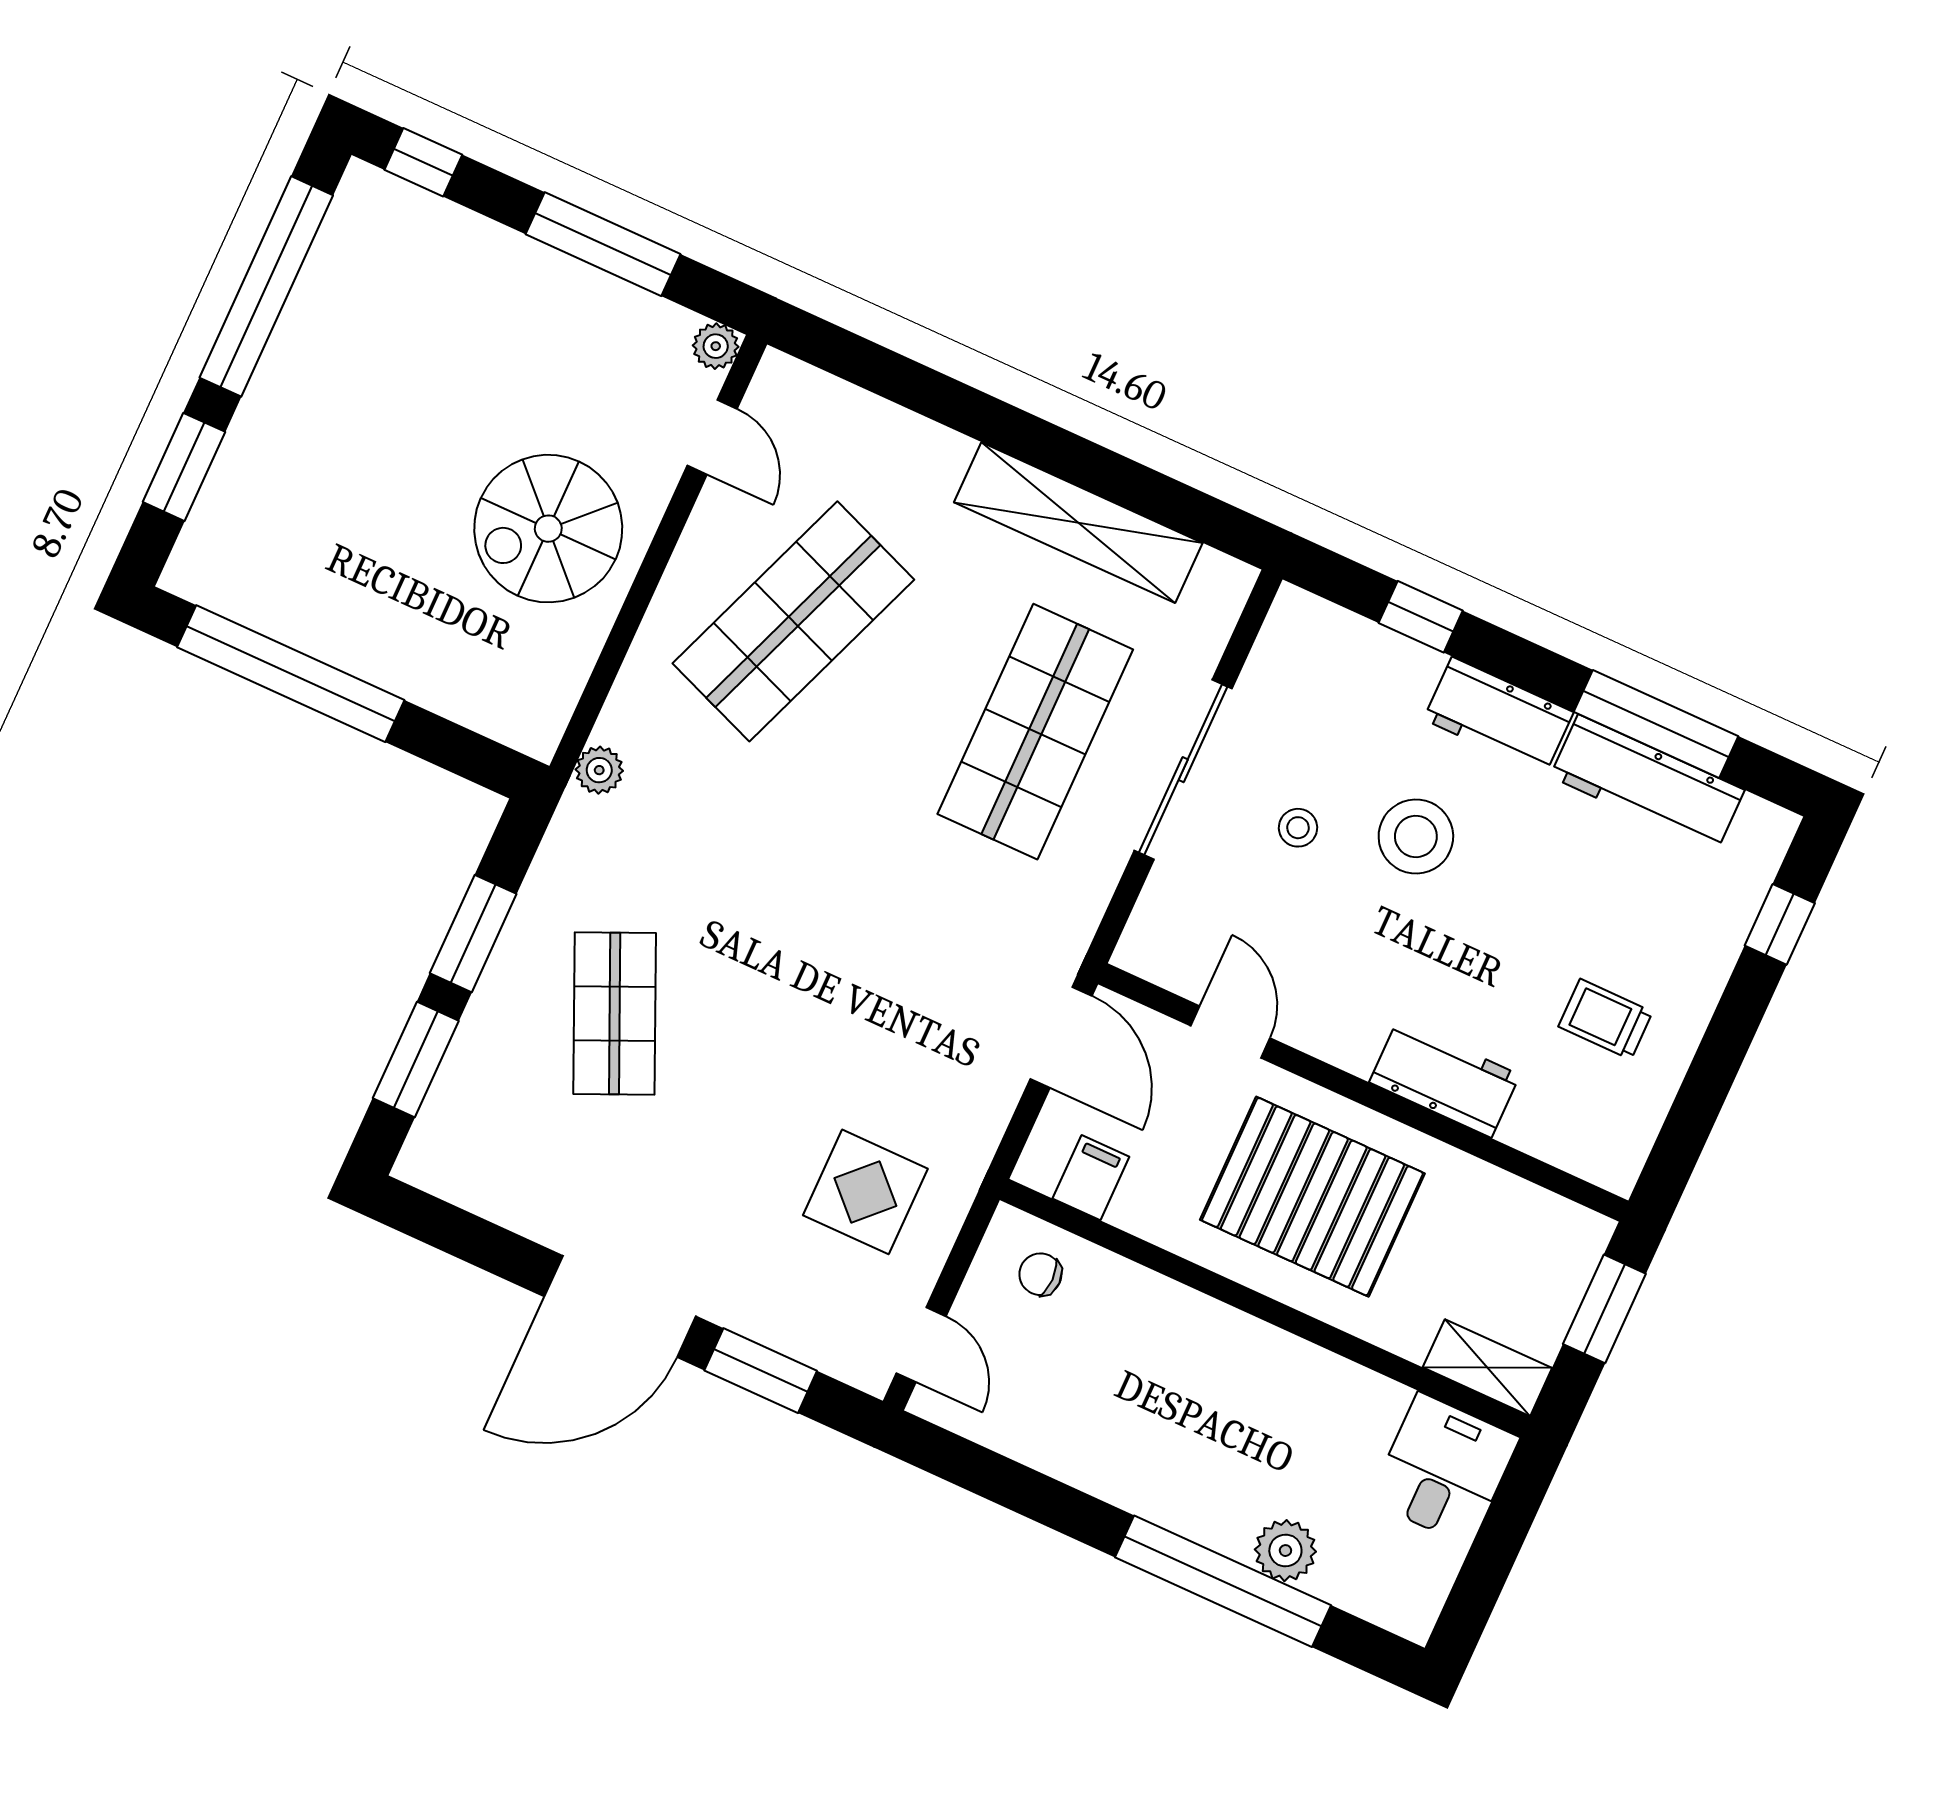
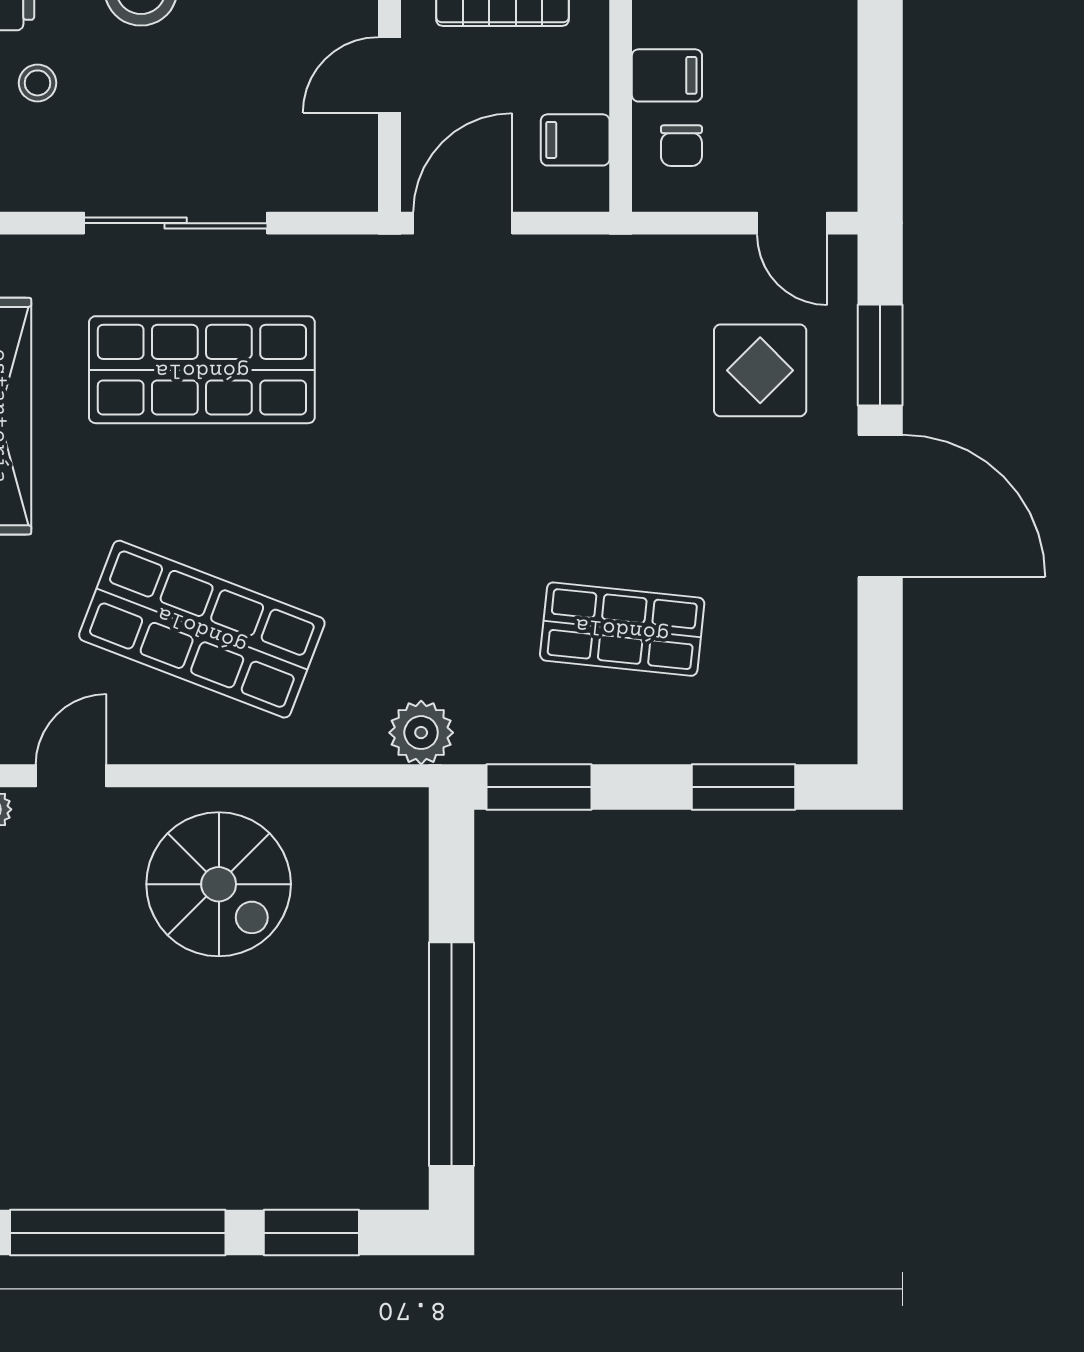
plant: (599, 770) -> (421, 733), width x1.38, depth x1.38
stool: (1298, 828) -> (38, 83), moved
window: (473, 934) -> (539, 787), moved
shop shelf: (615, 1013) -> (622, 629), turned 30
display table: (865, 1192) -> (760, 370), moved
filing cabinet: (1112, 1291) -> (667, 75), added
door: (921, 1345) -> (792, 223), swing flipped

